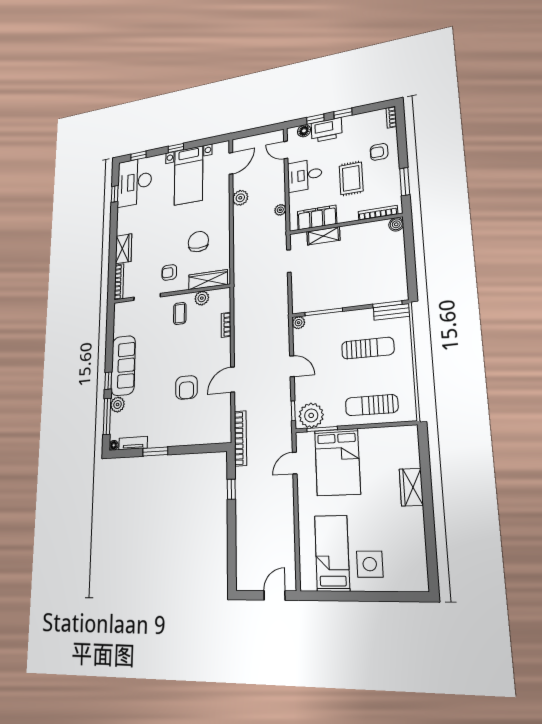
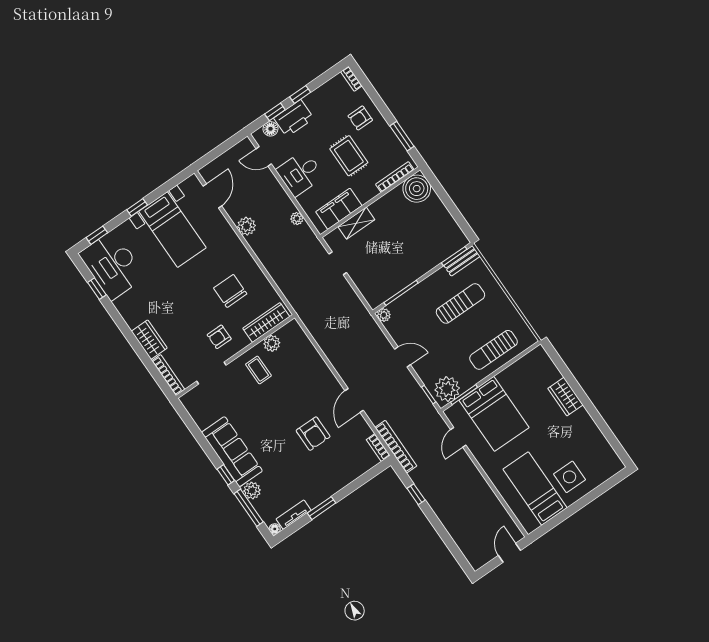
boiler: (396, 224) -> (417, 189), width x1.86, depth x1.86
bookcase: (226, 325) -> (378, 448), moved

